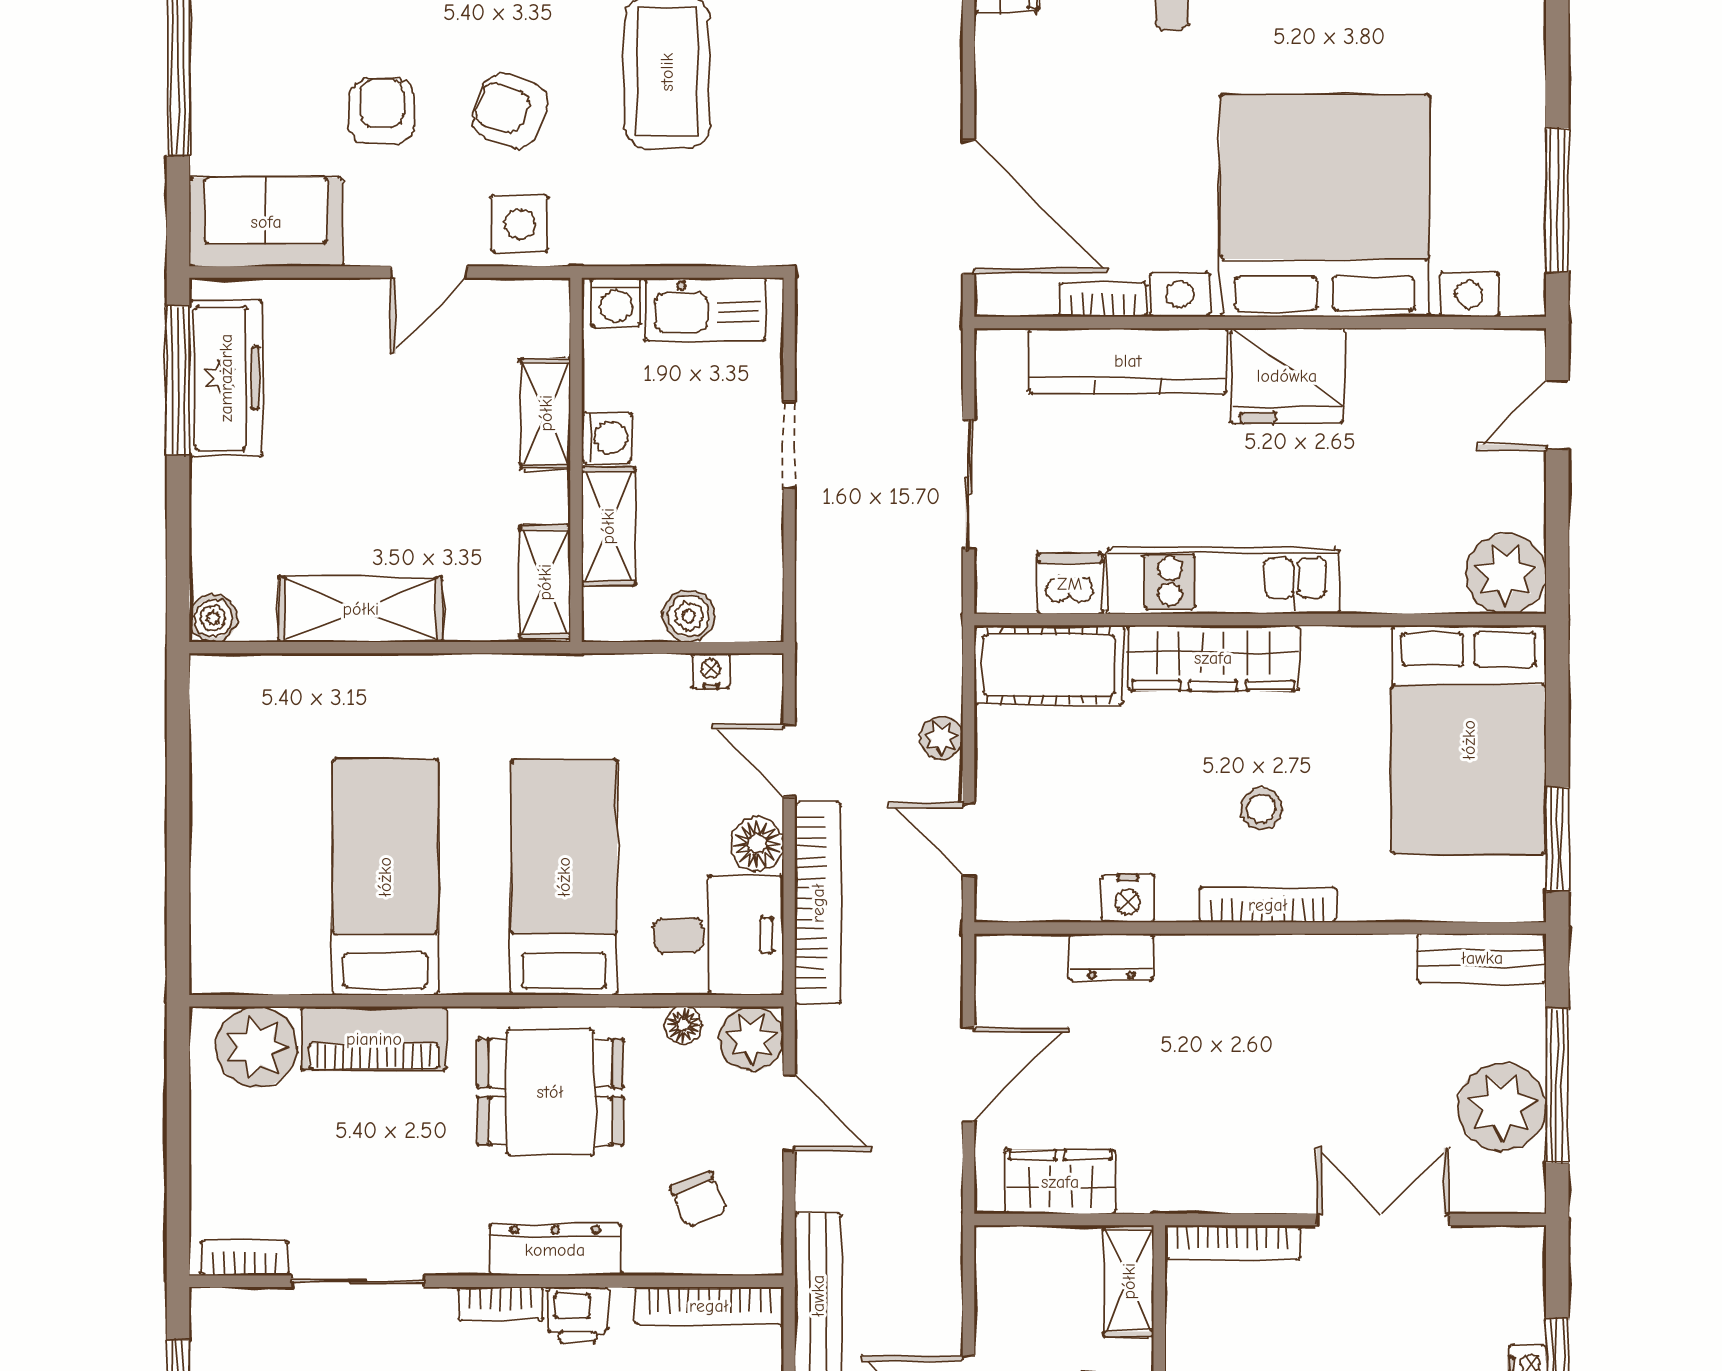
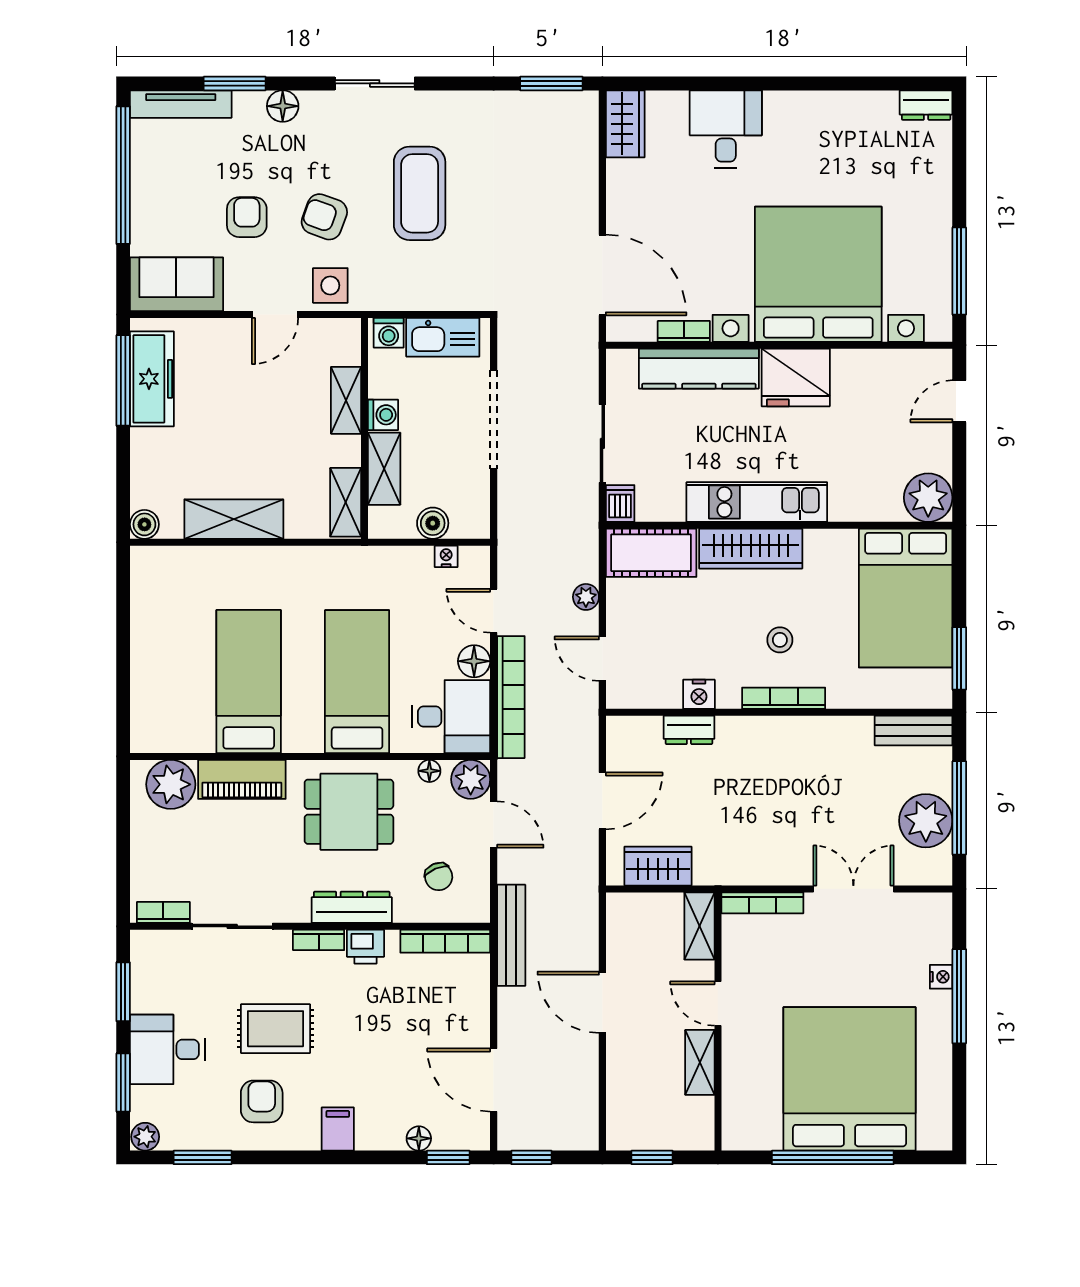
doorway: (789, 445) -> (494, 419), width x1.88
dishwasher: (1070, 584) -> (620, 503), moved, width x0.73

